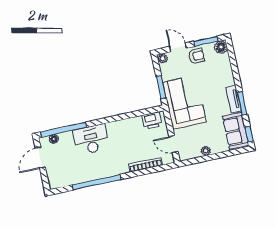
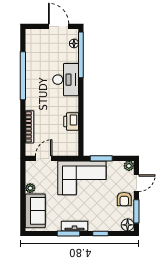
printer: (152, 120) -> (71, 122), moved
sofa: (236, 131) -> (35, 211), moved, turned 90
window: (249, 134) -> (101, 234), moved

